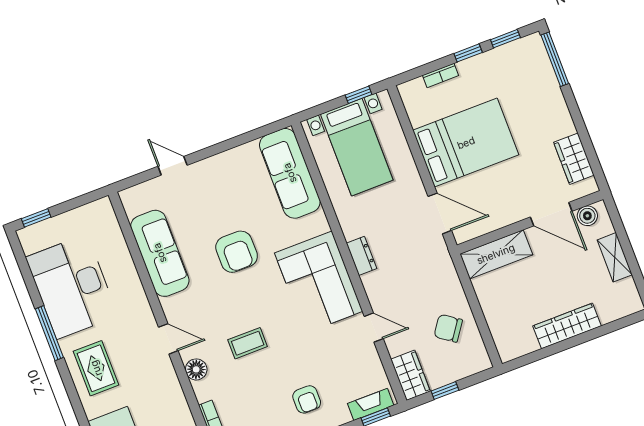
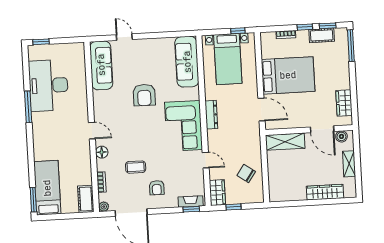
cot: (501, 58) -> (322, 35), added
sofa: (160, 253) -> (101, 65), moved
dresser: (362, 256) -> (211, 115), width x1.44
wardrobe: (567, 326) -> (325, 192), moved
coffee table: (248, 343) -> (136, 167), moved
rug: (96, 368) -> (47, 134), removed

